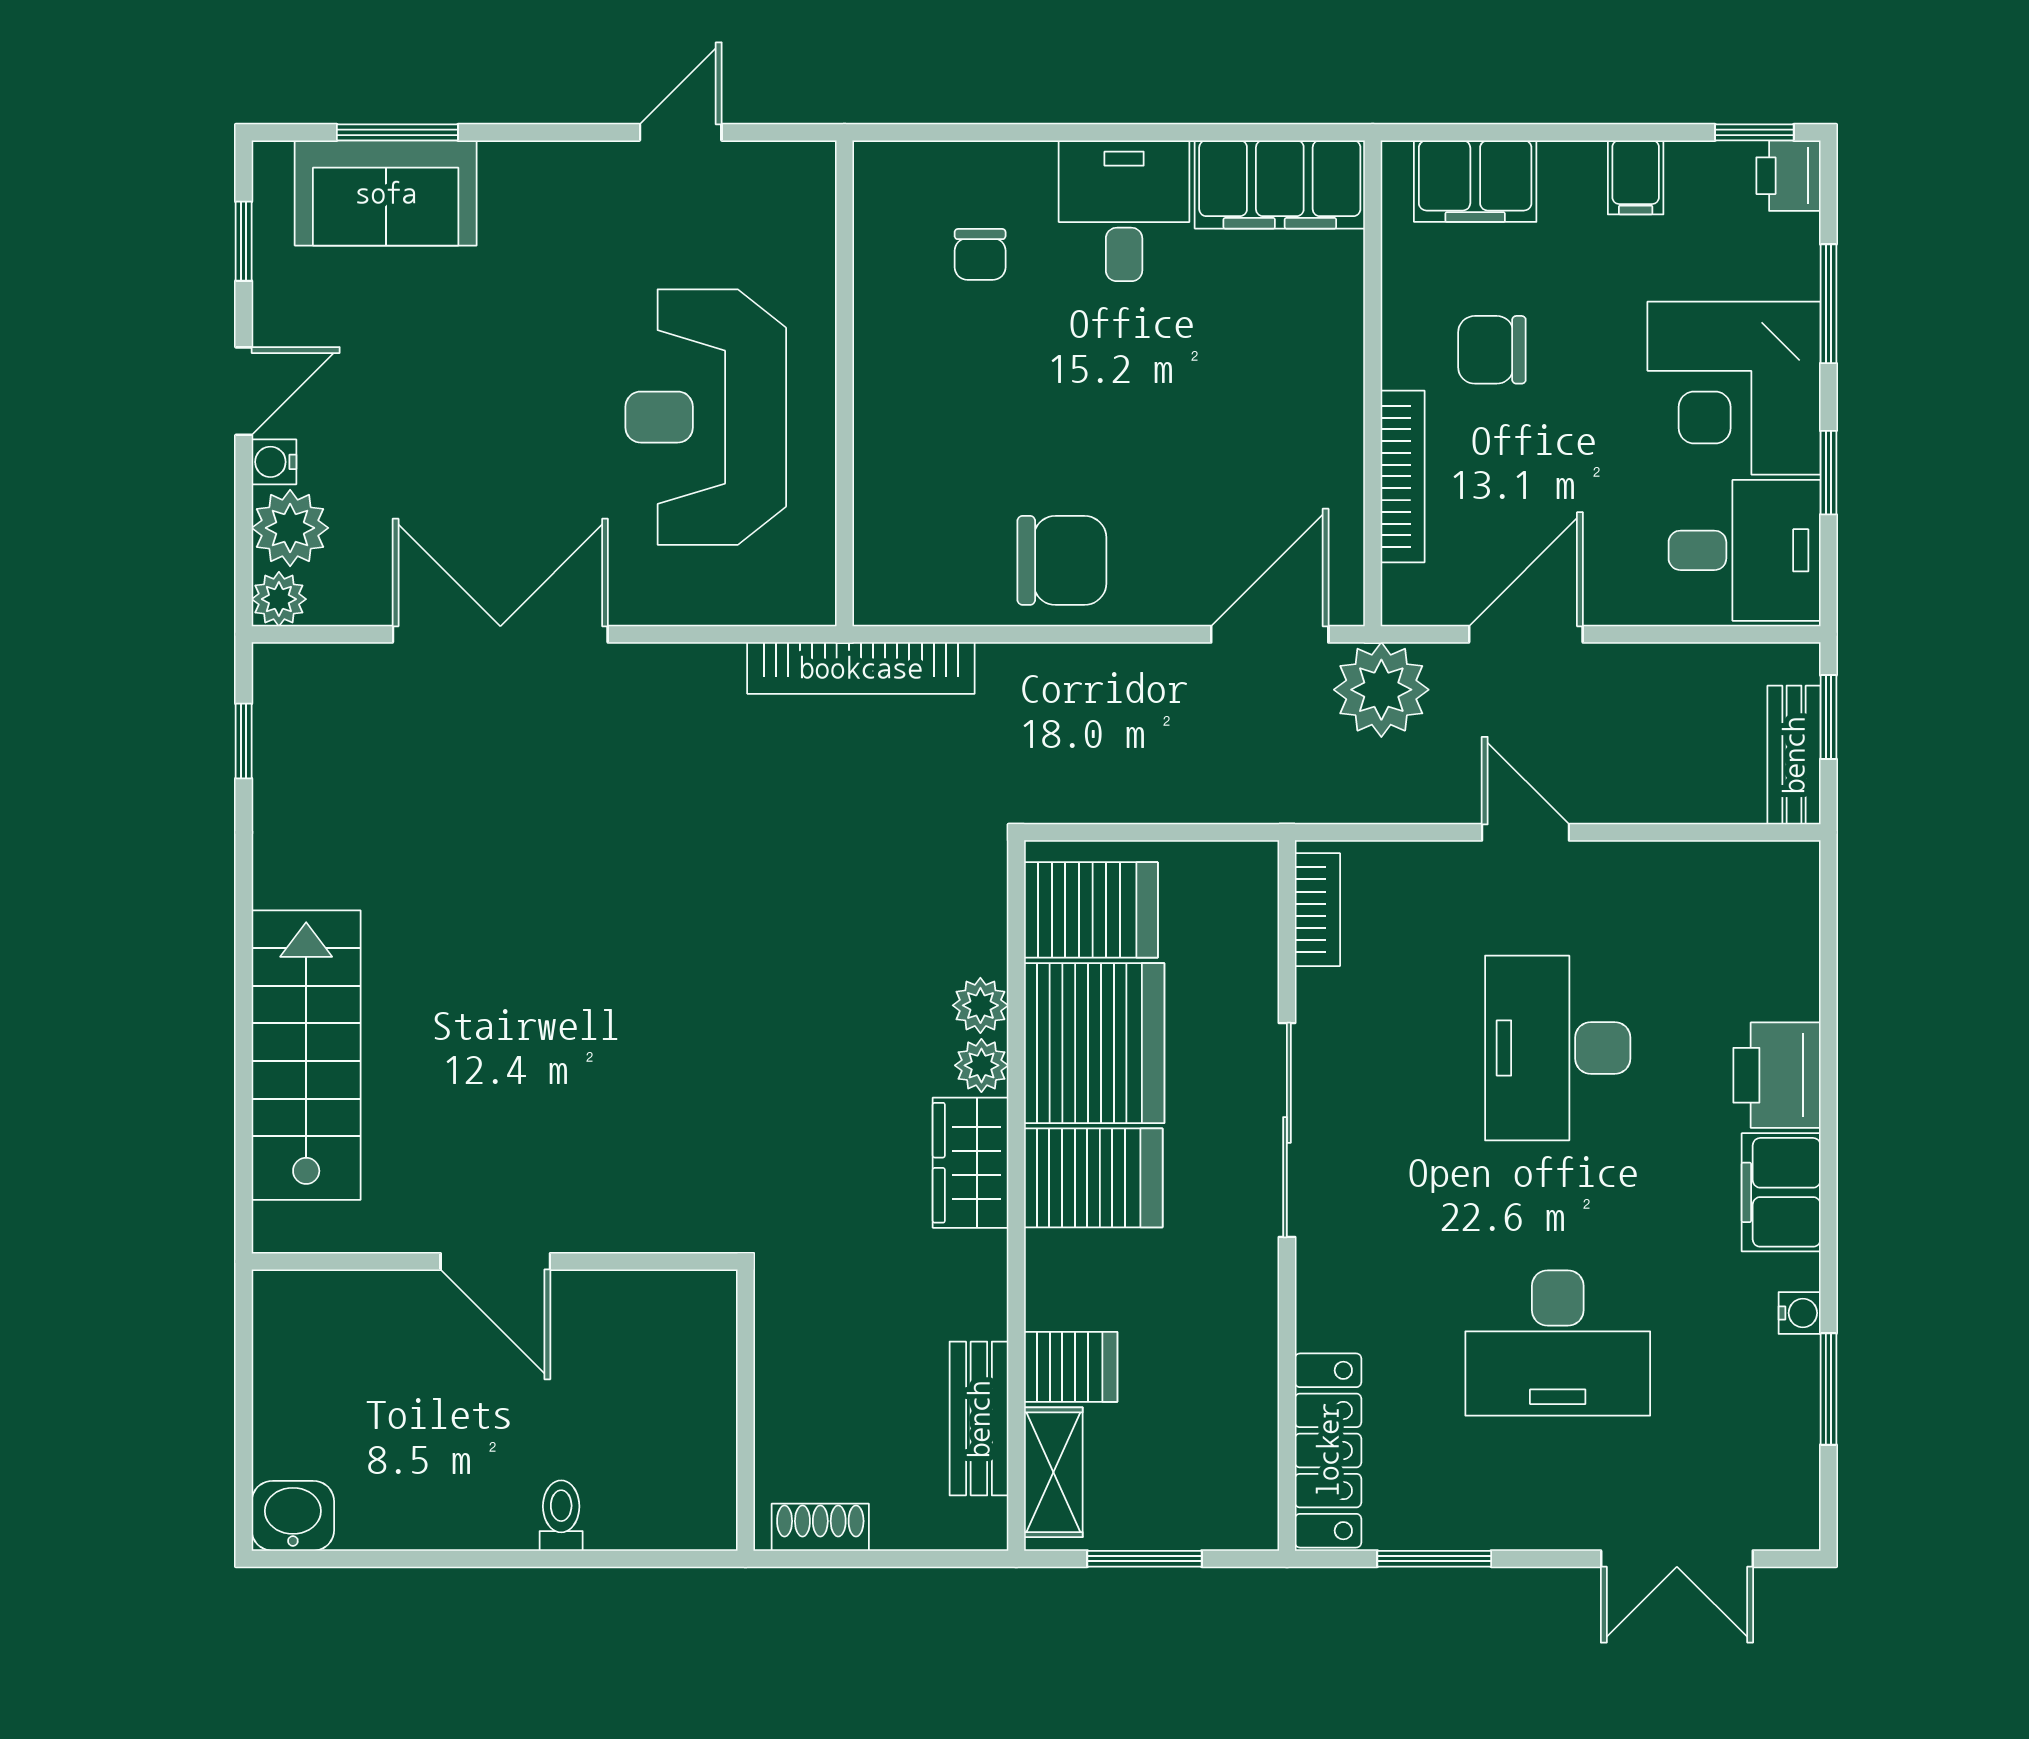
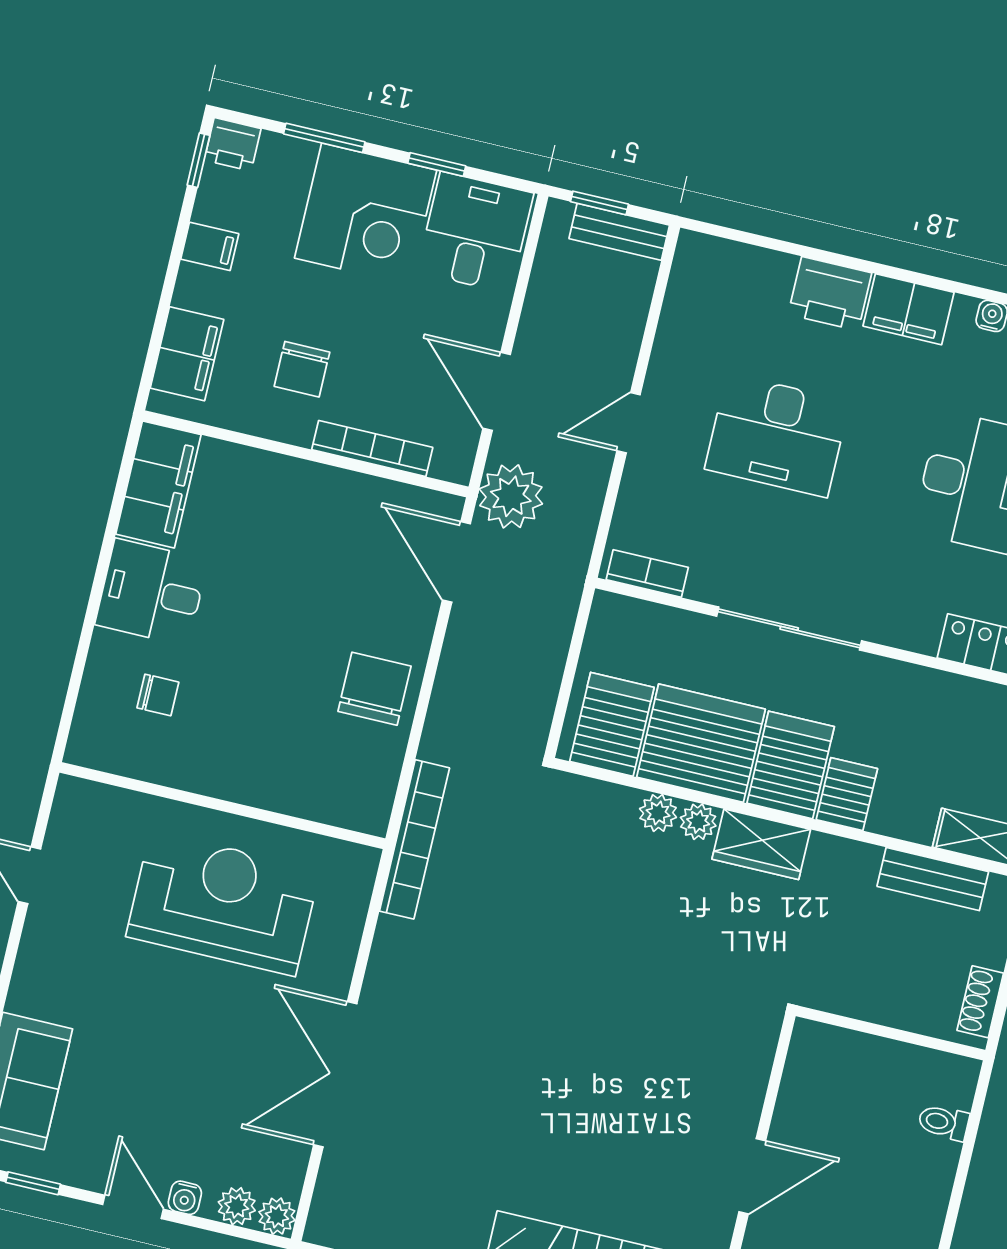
reception desk: (706, 417) -> (223, 903), turned 180
plant: (290, 528) -> (237, 1206), width x0.73, depth x0.73
server rack: (1071, 1367) -> (847, 794), moved
toilet: (561, 1516) -> (944, 1122), moved

